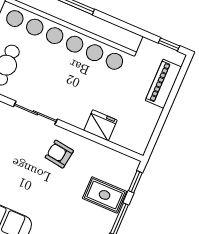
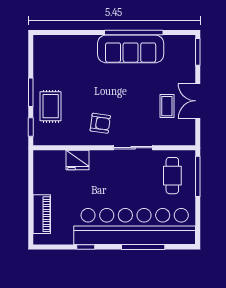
window: (169, 44) -> (86, 247), moved
rug: (105, 195) -> (51, 106), turned 90

